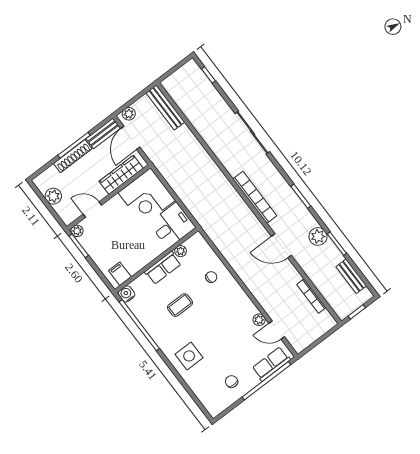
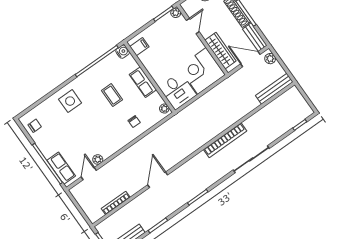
bookcase: (255, 197) -> (225, 140), moved
plant: (318, 236) -> (164, 210), removed
plant: (181, 251) -> (164, 109), moved
chair: (232, 382) -> (35, 126), moved

